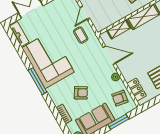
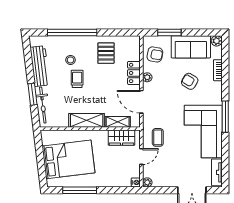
wardrobe: (109, 19) -> (122, 138), added
locker: (137, 90) -> (134, 73), moved

